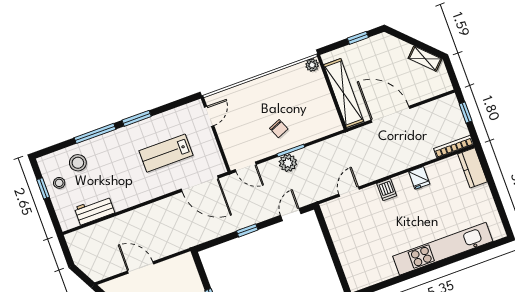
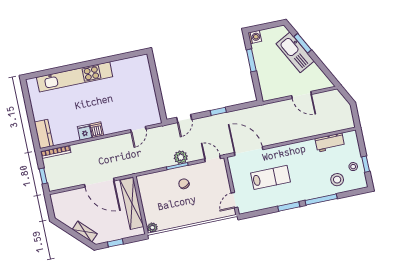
shelving: (425, 59) -> (85, 232), moved
dishwasher: (387, 190) -> (97, 130), moved

